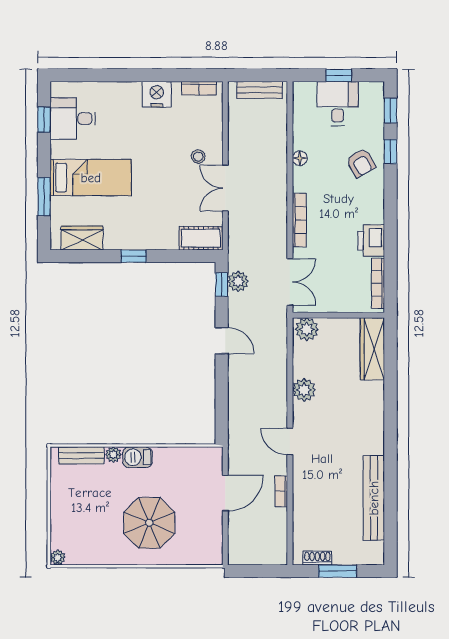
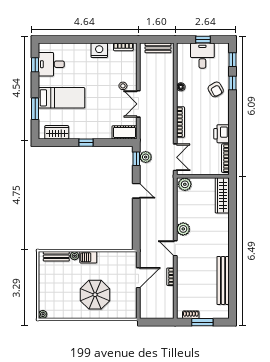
plant: (304, 390) -> (183, 229), moved

